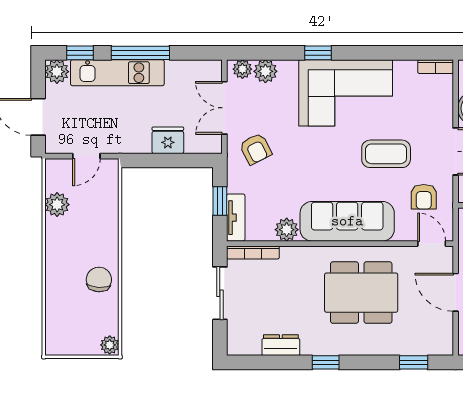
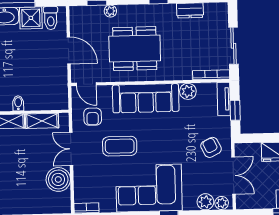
armchair: (424, 197) -> (93, 117), turned 180
plant: (395, 347) -> (110, 11), added

